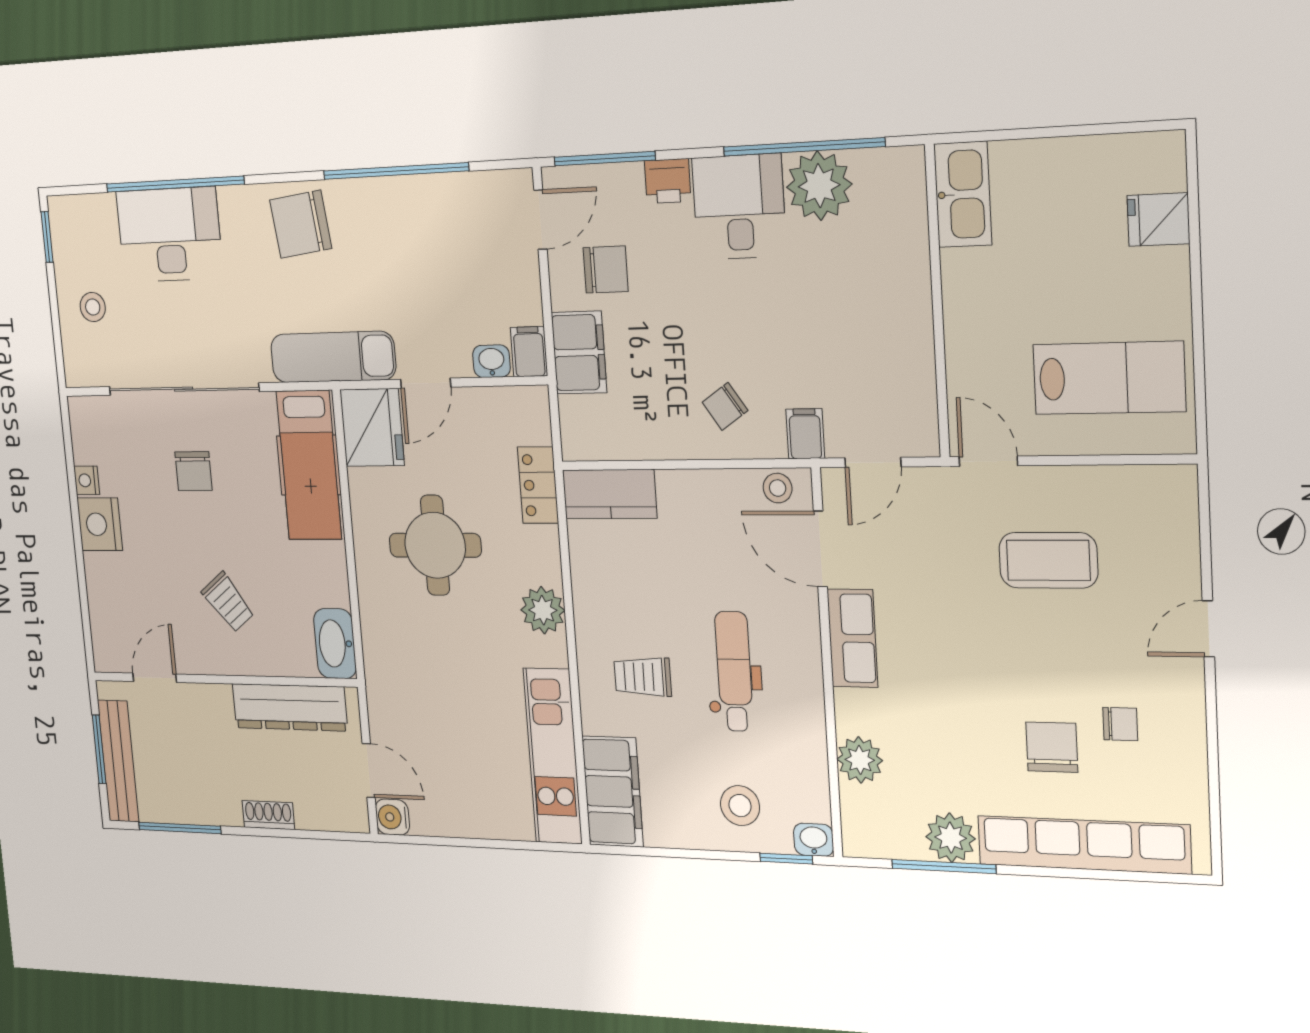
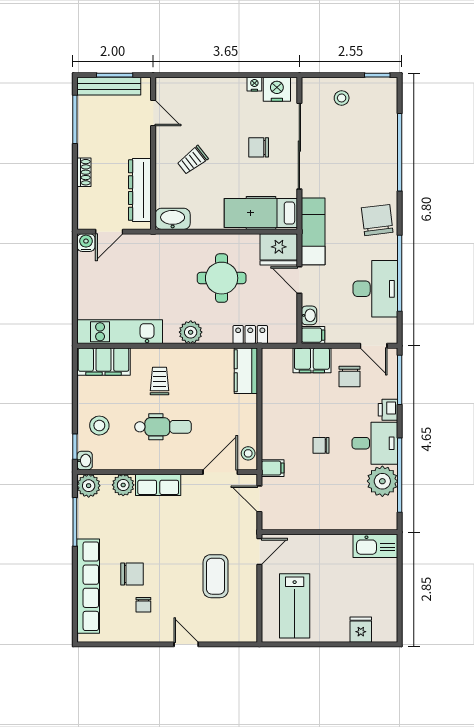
desk: (170, 235) -> (375, 289), moved
chair: (725, 406) -> (321, 445), moved, turned -56
nightstand: (100, 524) -> (277, 89), moved
row of seats: (852, 638) -> (158, 485), moved
plant: (951, 838) -> (89, 486), moved

